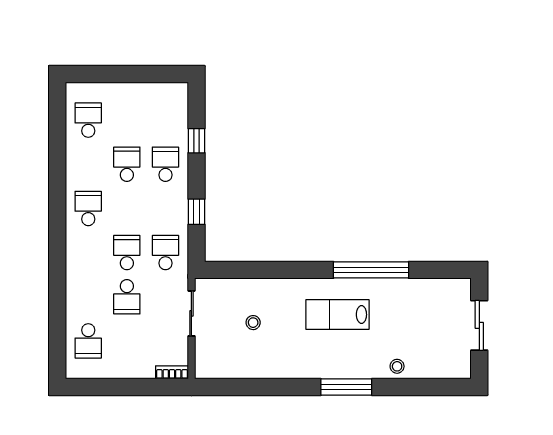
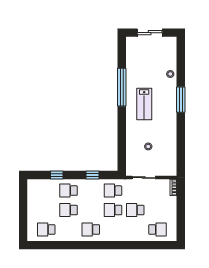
school desk: (127, 297) -> (135, 210), turned 180

